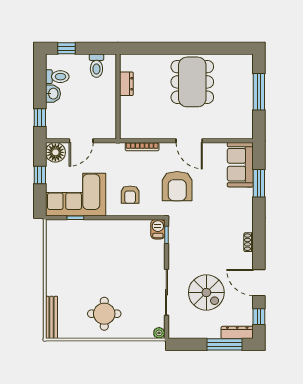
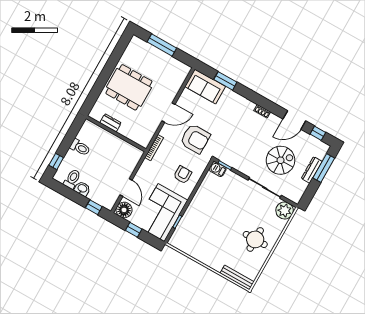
dresser: (126, 84) -> (110, 123), moved
wall: (118, 96) -> (116, 134), moved
armchair: (130, 195) -> (183, 175), turned -90
dresser: (237, 332) -> (312, 170), moved
plant: (159, 333) -> (285, 211), width x1.88, depth x1.88

